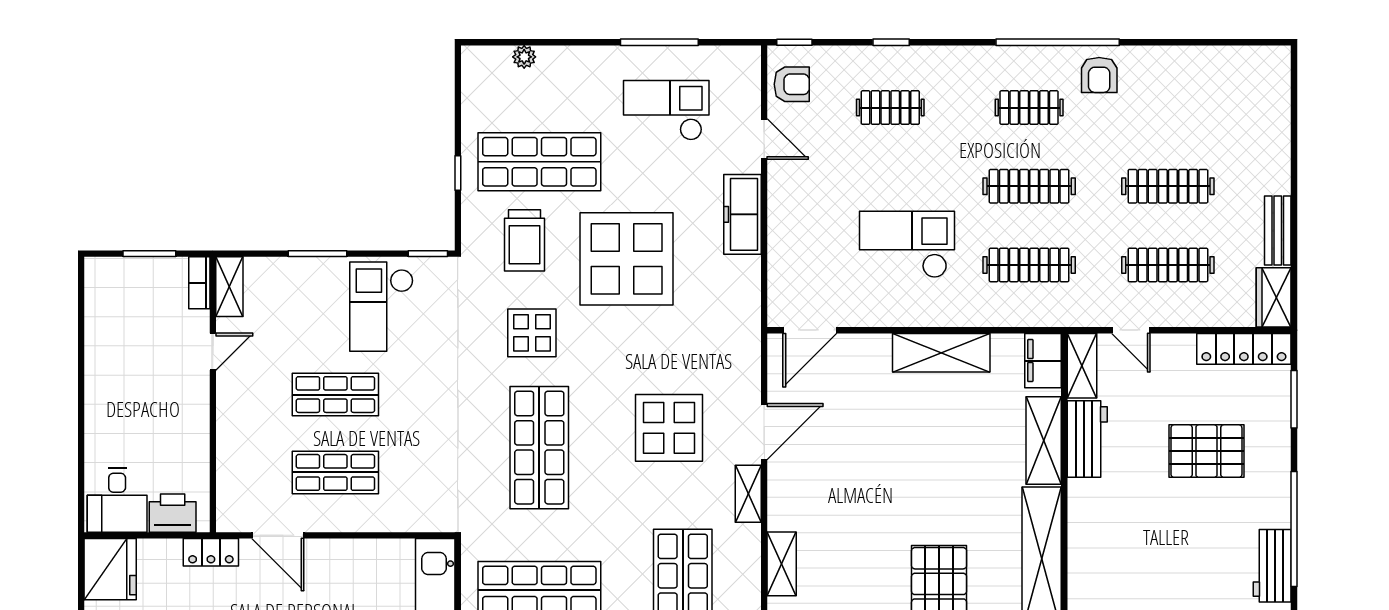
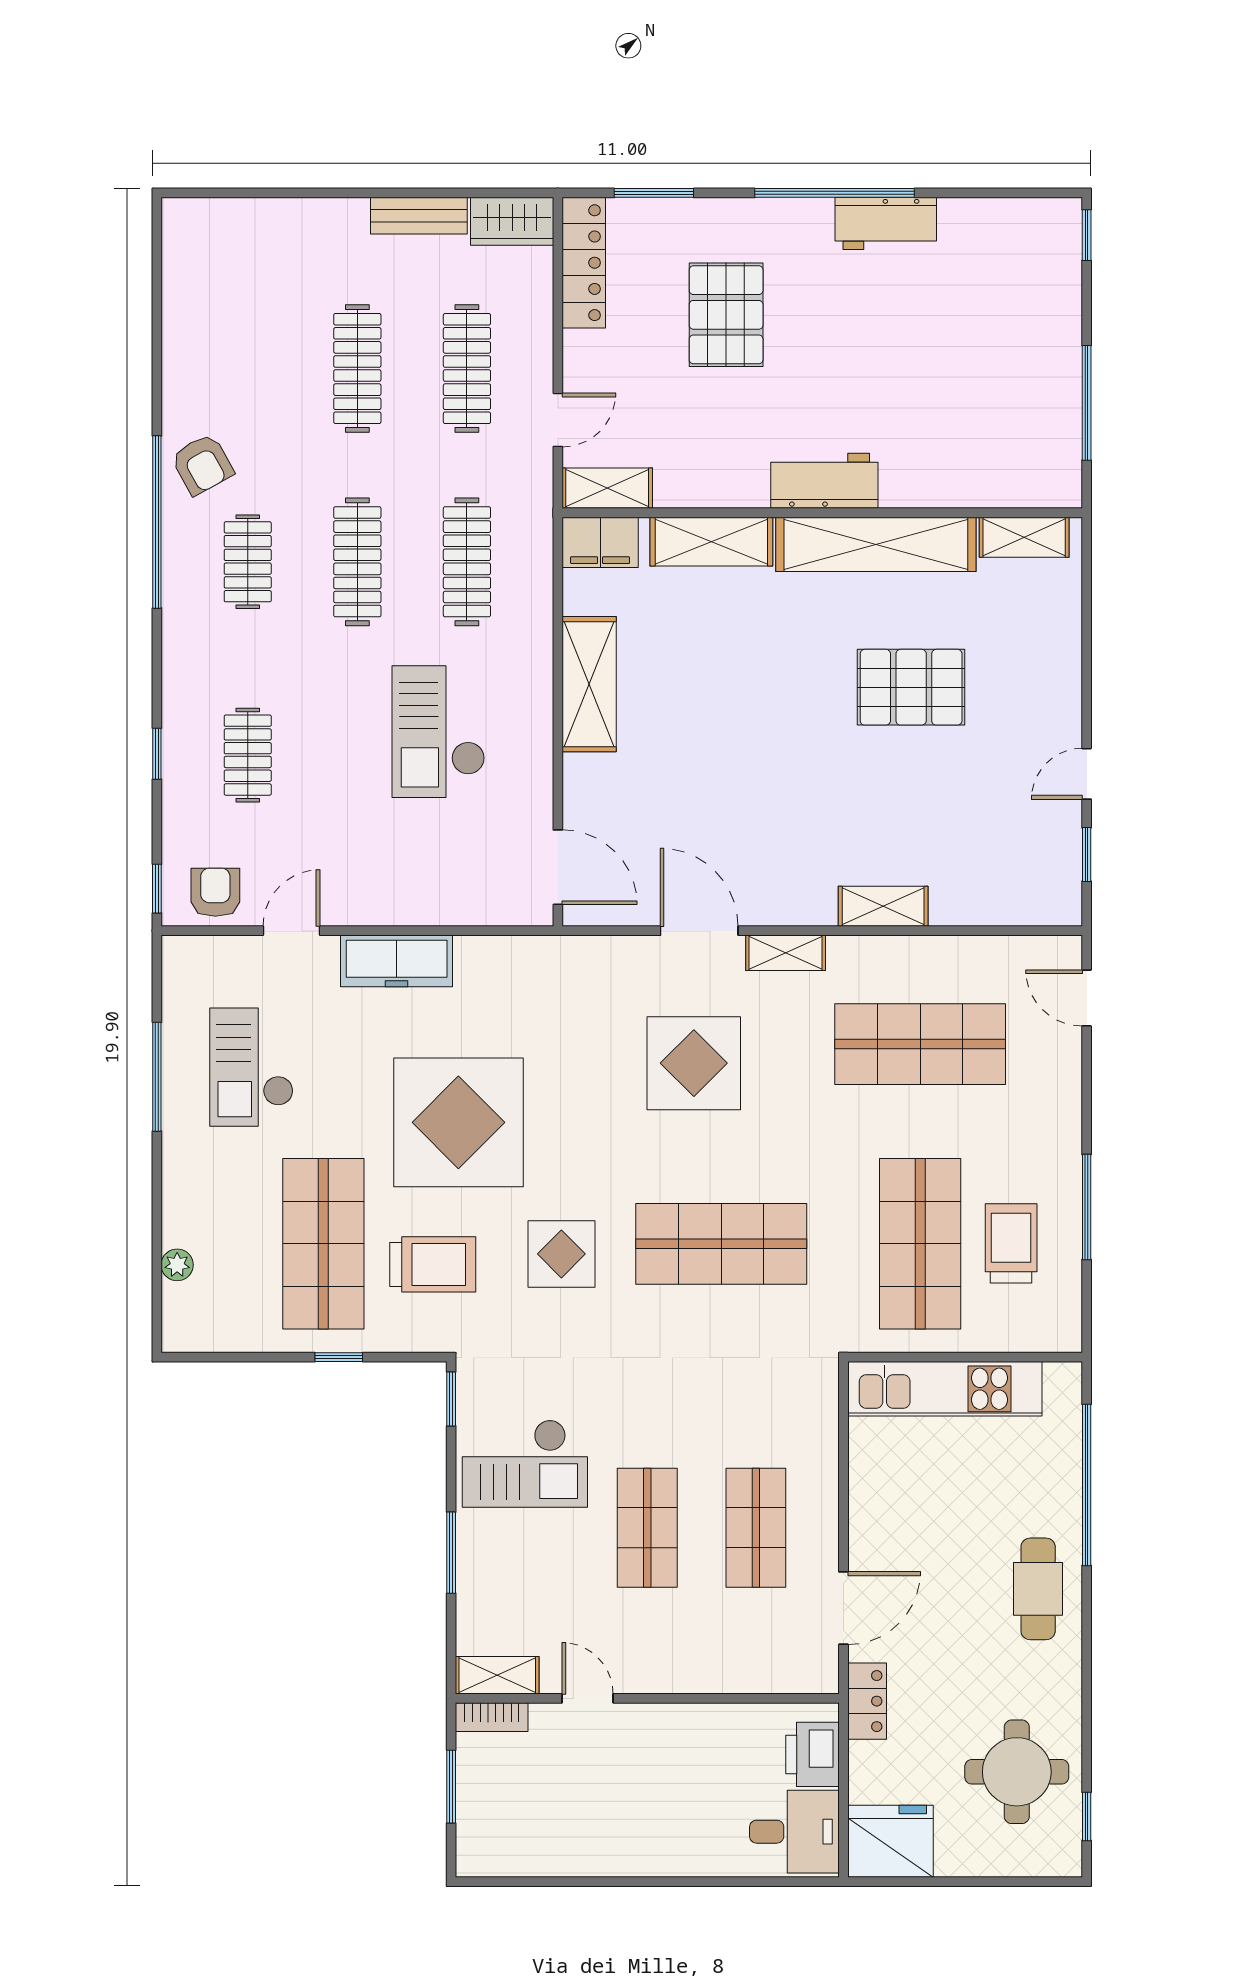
armchair: (1099, 75) -> (202, 464), turned 61
workbench: (1087, 439) -> (824, 481), moved

